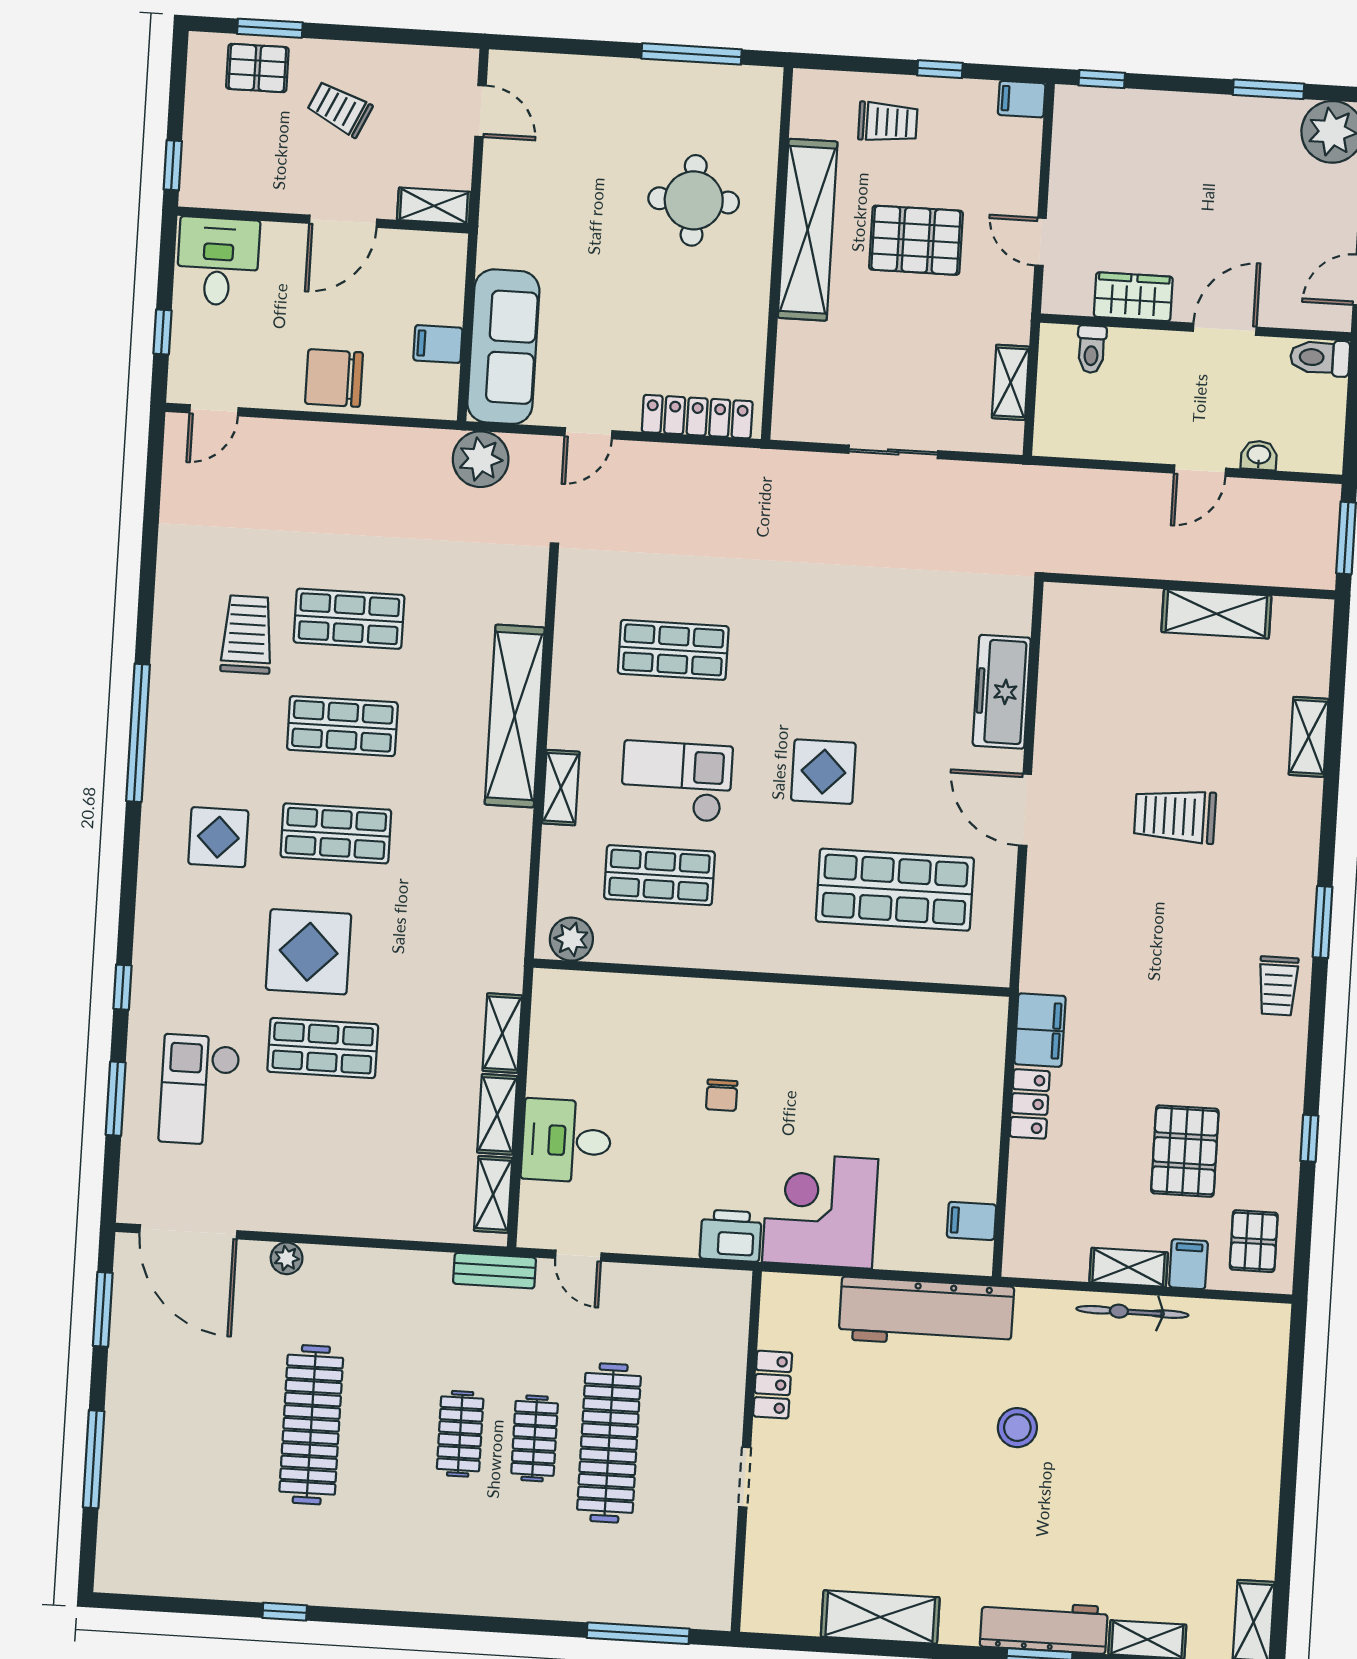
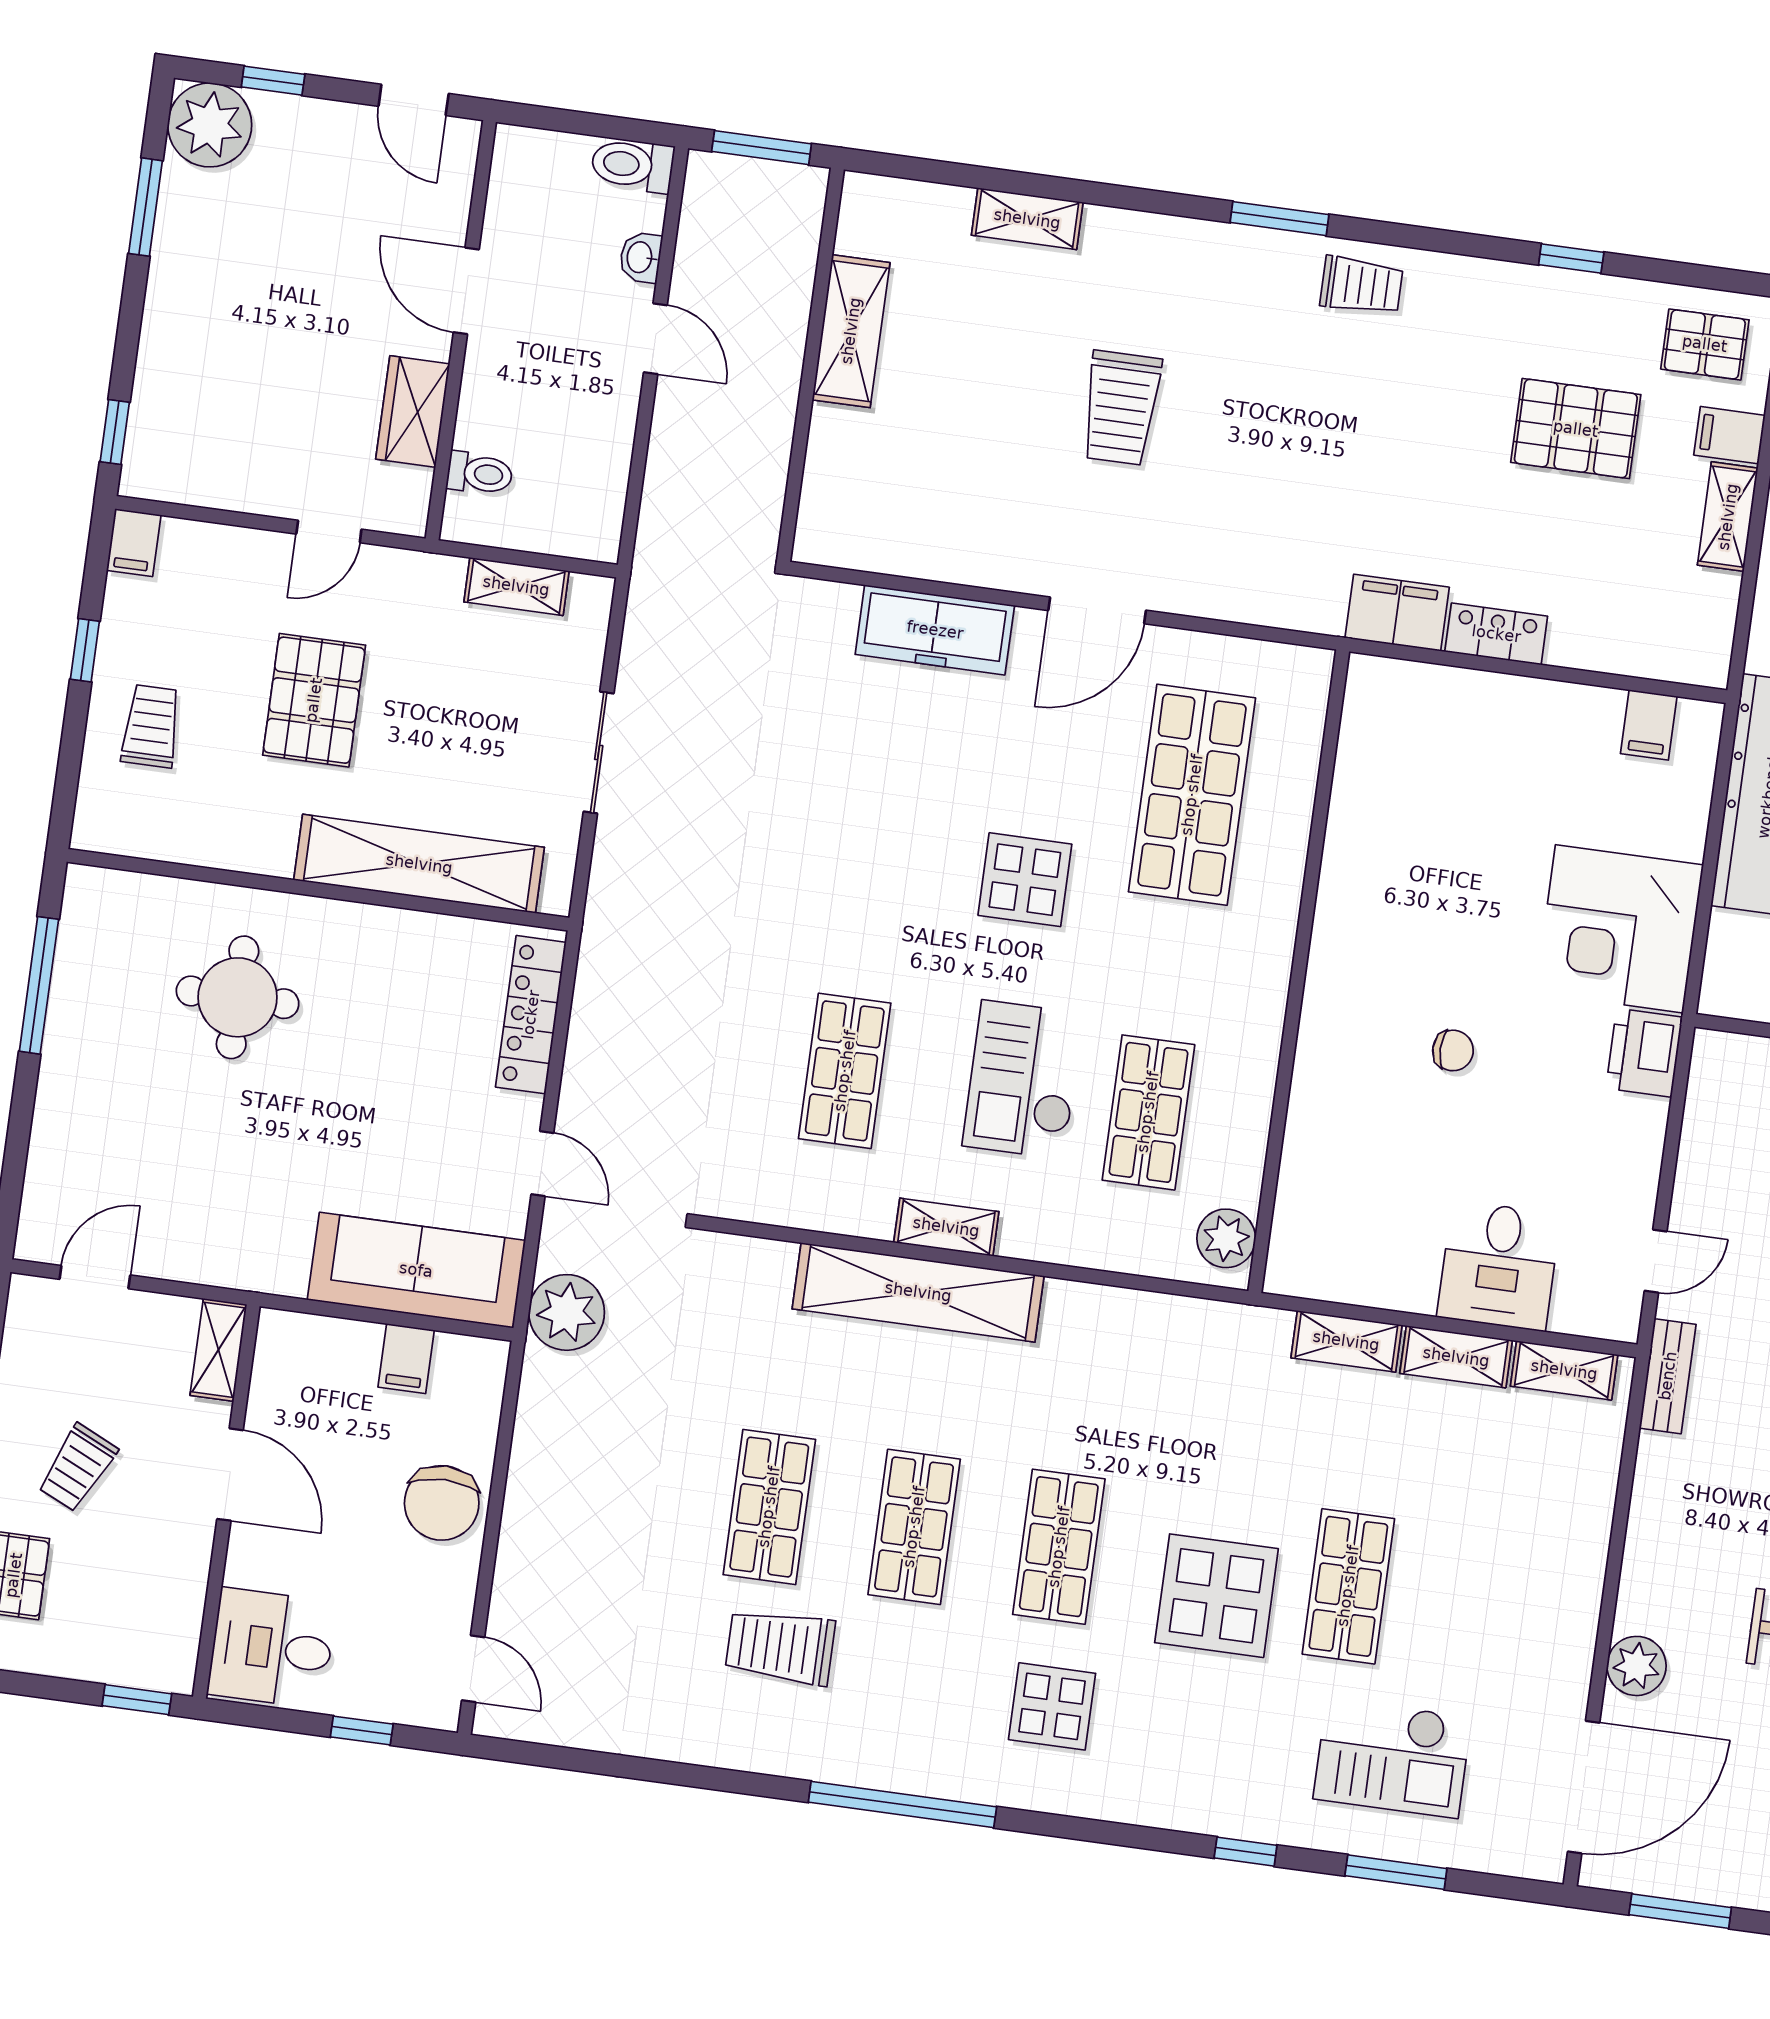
shelving: (808, 230) -> (419, 864), moved
toilet: (1320, 358) -> (632, 165), moved, turned 90
shelving: (561, 788) -> (946, 1227), moved
plant: (287, 1258) -> (1636, 1666), width x1.38, depth x1.38

